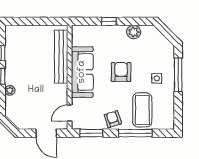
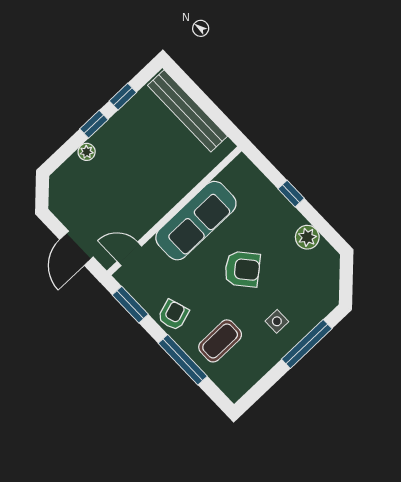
bench: (61, 57) -> (187, 111), moved, turned 90
armchair: (121, 72) -> (242, 269), turned 50
coffee table: (142, 110) -> (220, 341), width x0.73, depth x0.76

